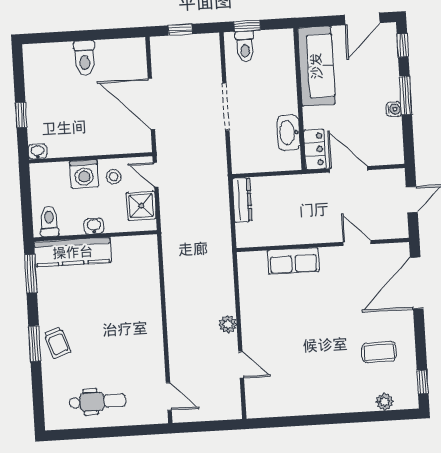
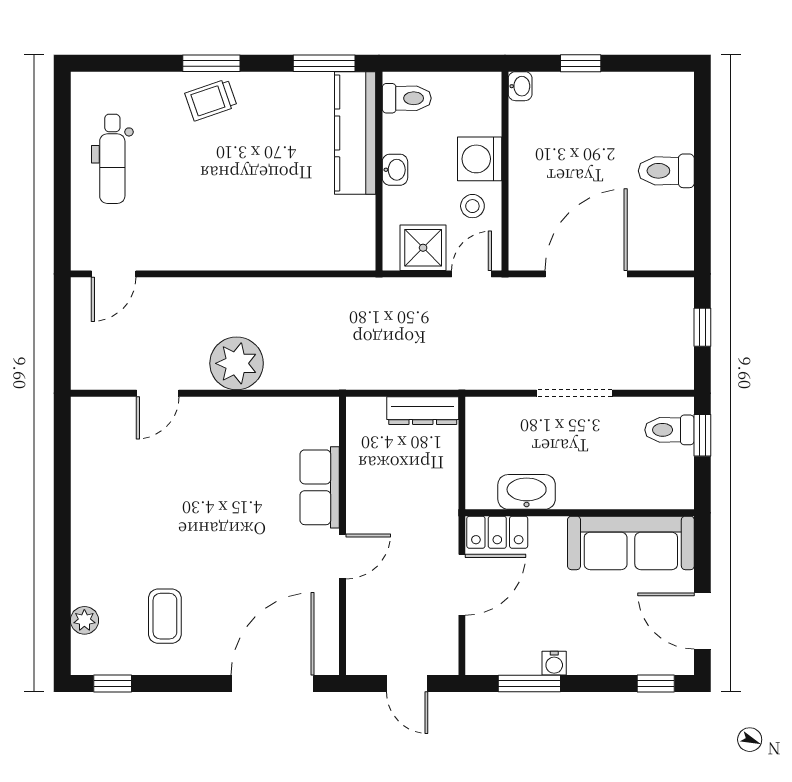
window: (406, 95) -> (529, 684), moved
door: (357, 243) -> (343, 556), moved
door: (417, 283) -> (273, 684), hinge flipped
plant: (228, 324) -> (237, 363), width x1.87, depth x1.87

